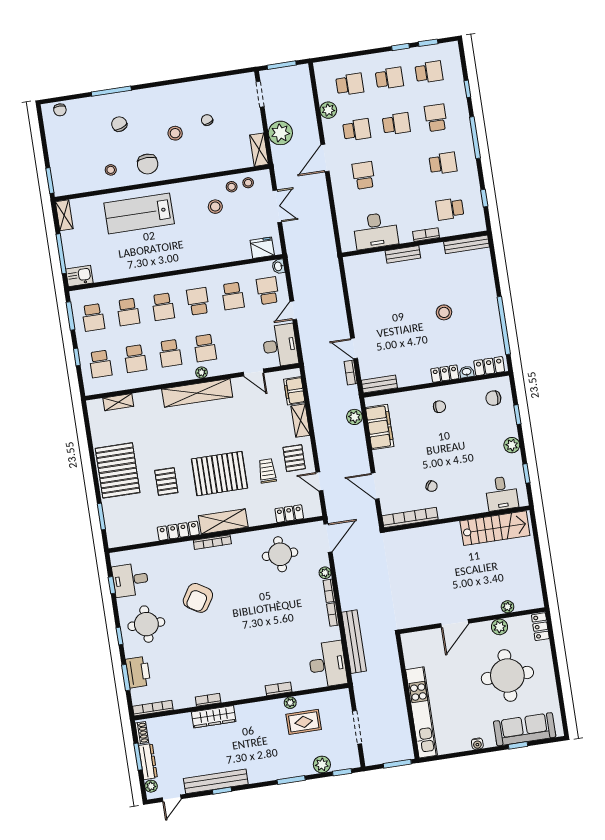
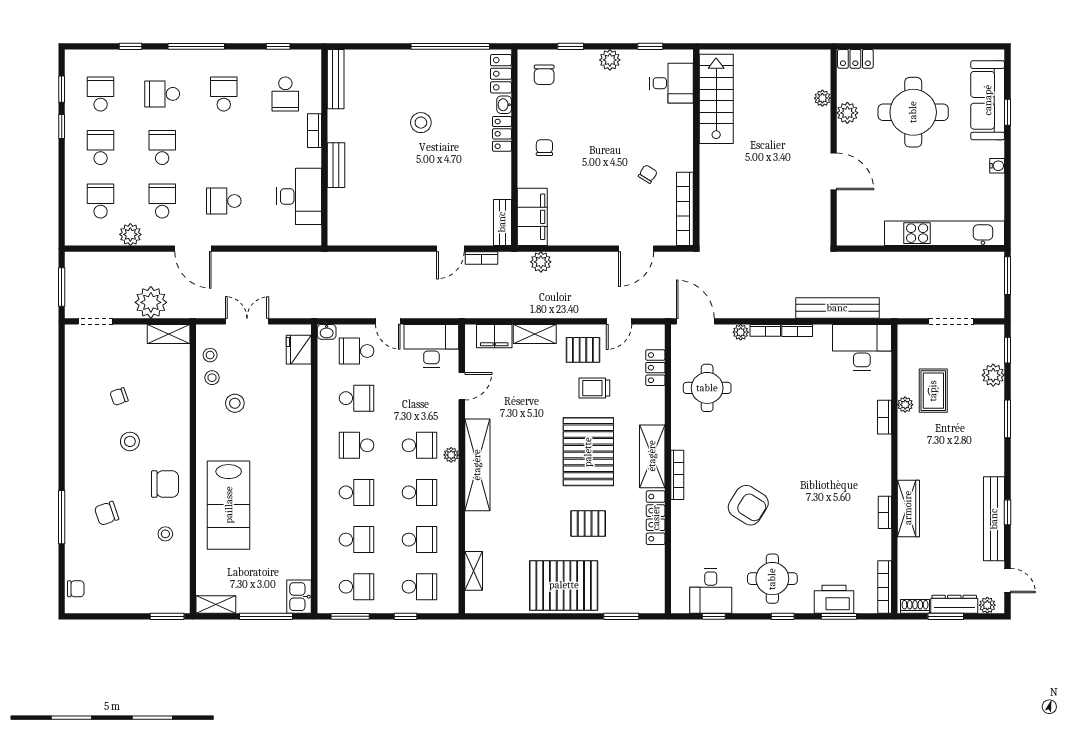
filing cabinet: (380, 427) -> (532, 217), moved, turned 90

